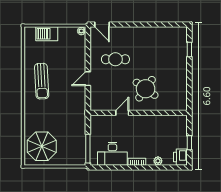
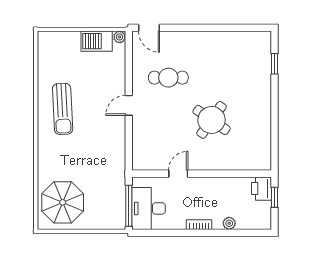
barbecue: (47, 34) -> (97, 41), moved
door: (122, 113) -> (178, 174), moved
wall: (139, 113) -> (202, 174), moved
desk: (112, 154) -> (149, 208), moved, turned 90
printer: (180, 157) -> (262, 189), moved

